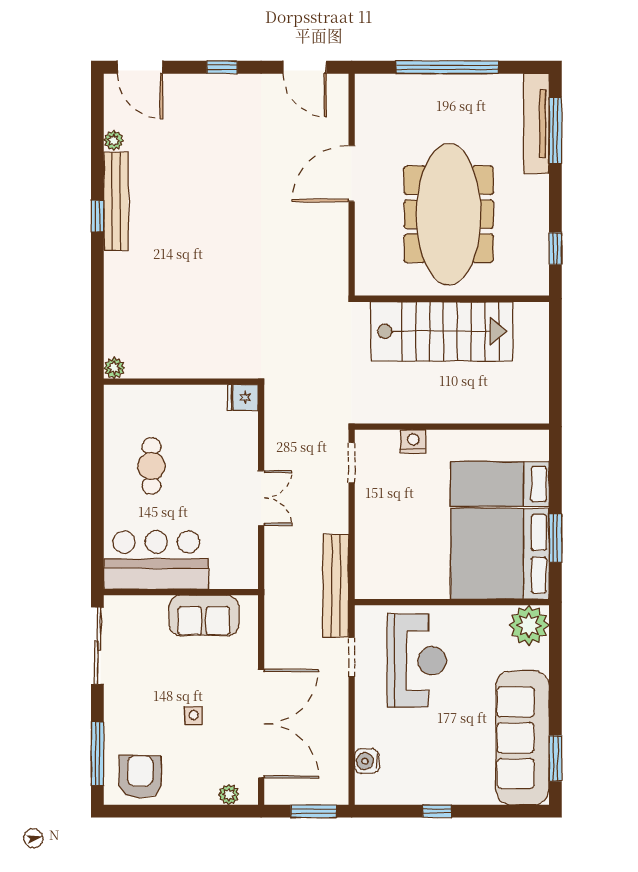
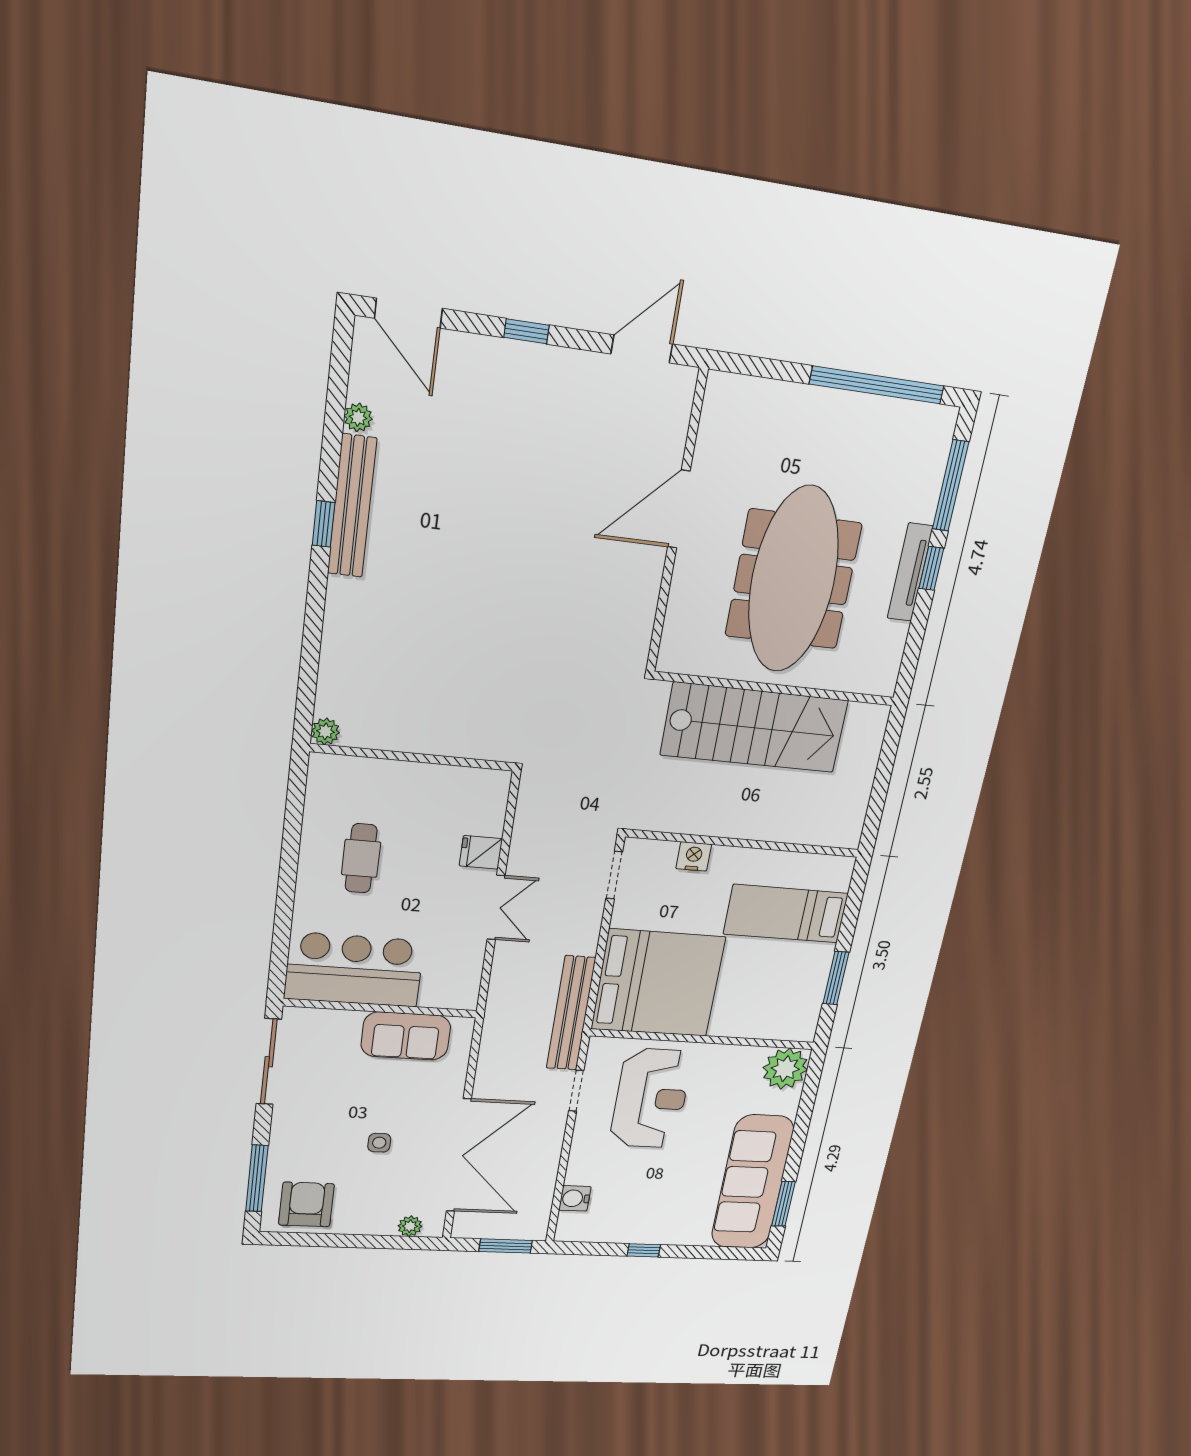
door: (305, 67) -> (642, 349), swing flipped
window: (447, 67) -> (877, 385), moved
tv unit: (536, 124) -> (910, 572), moved, width x0.73, depth x0.78
window: (555, 249) -> (931, 568), moved
fridge: (243, 397) -> (481, 852), moved
bed: (500, 554) -> (658, 983), moved, turned 180

